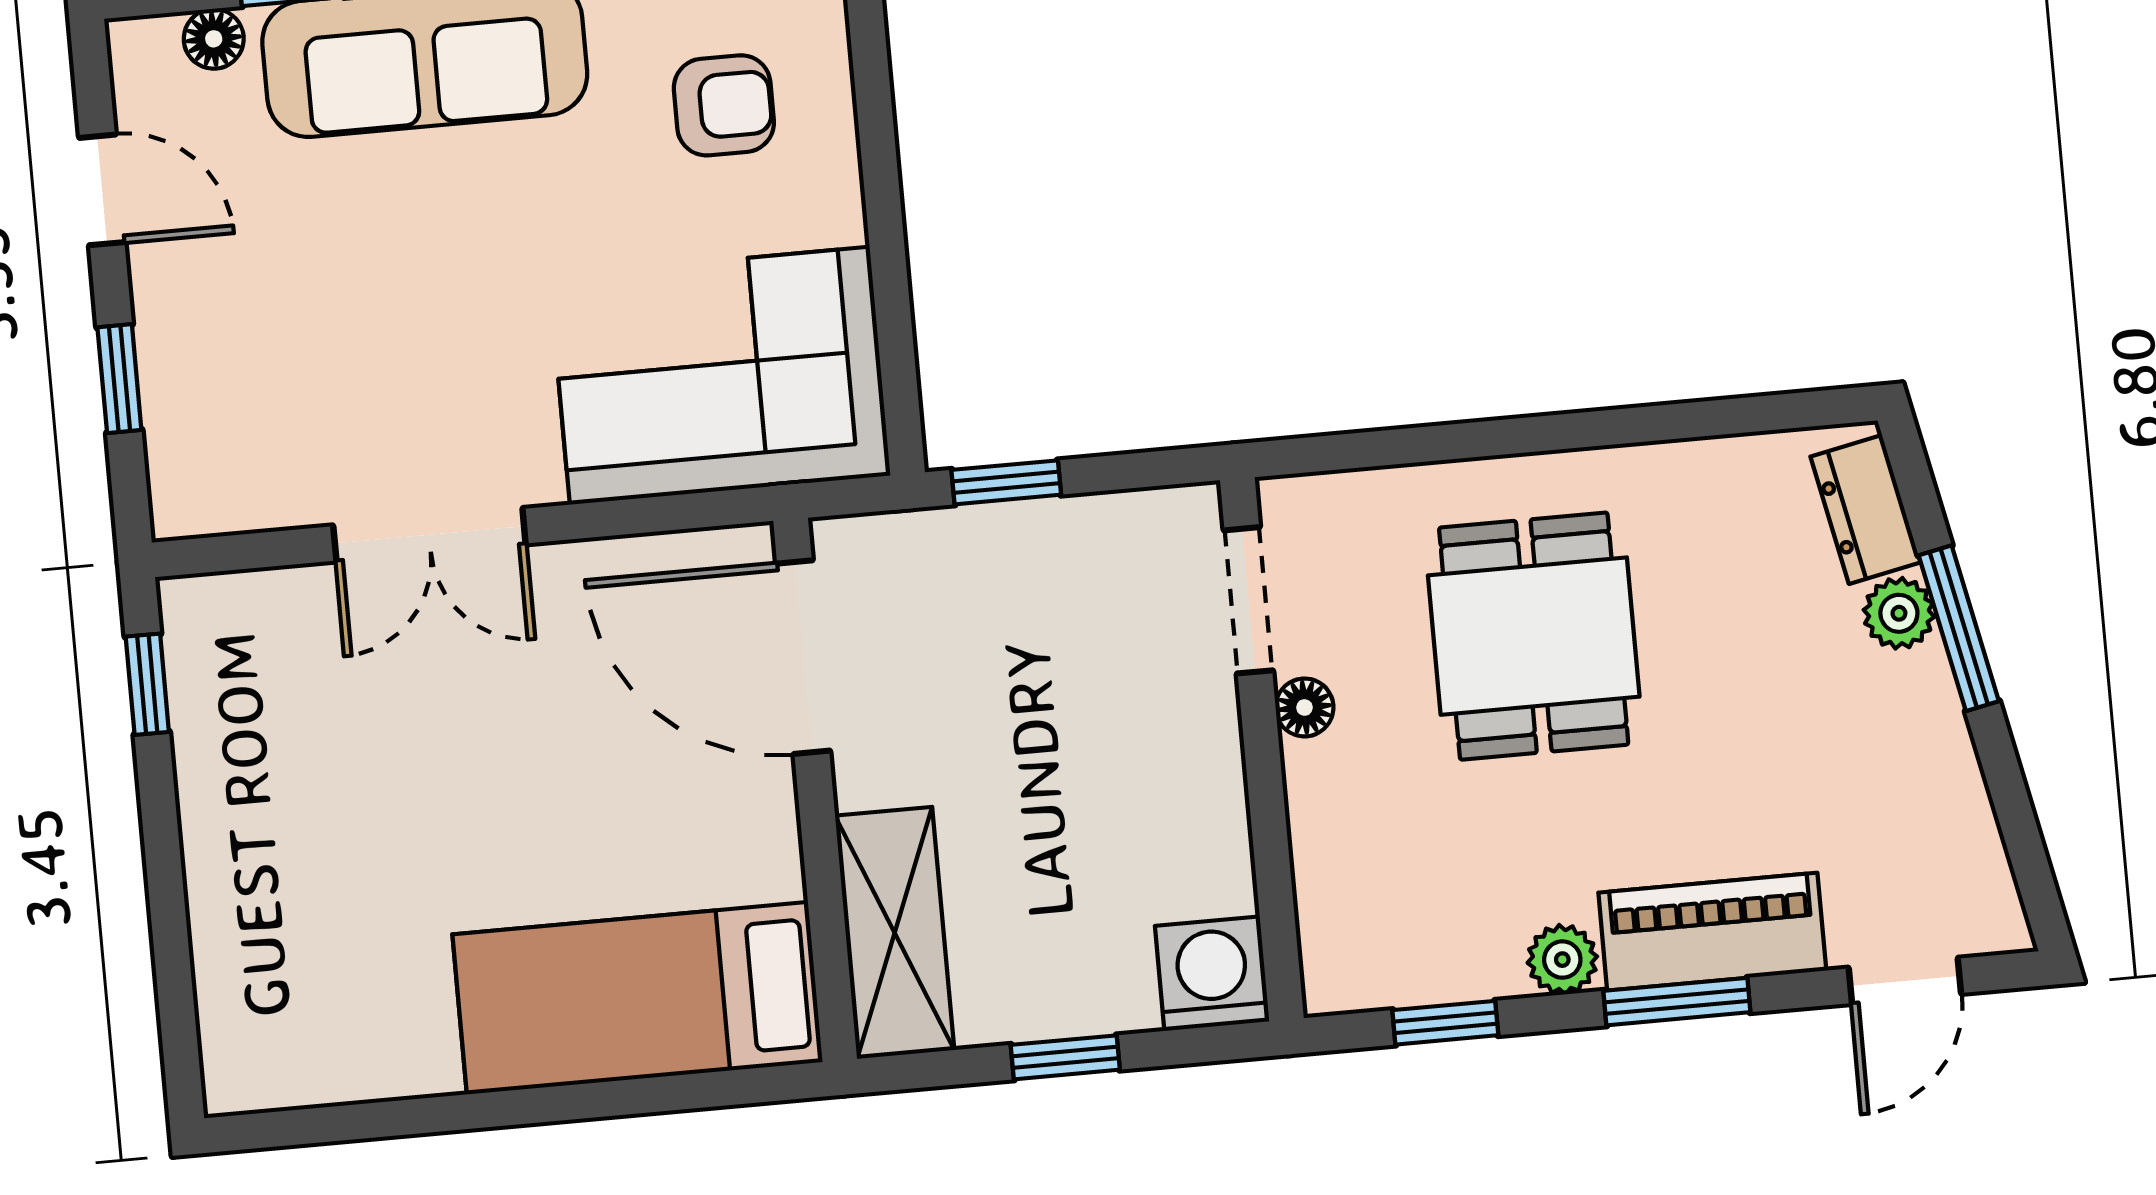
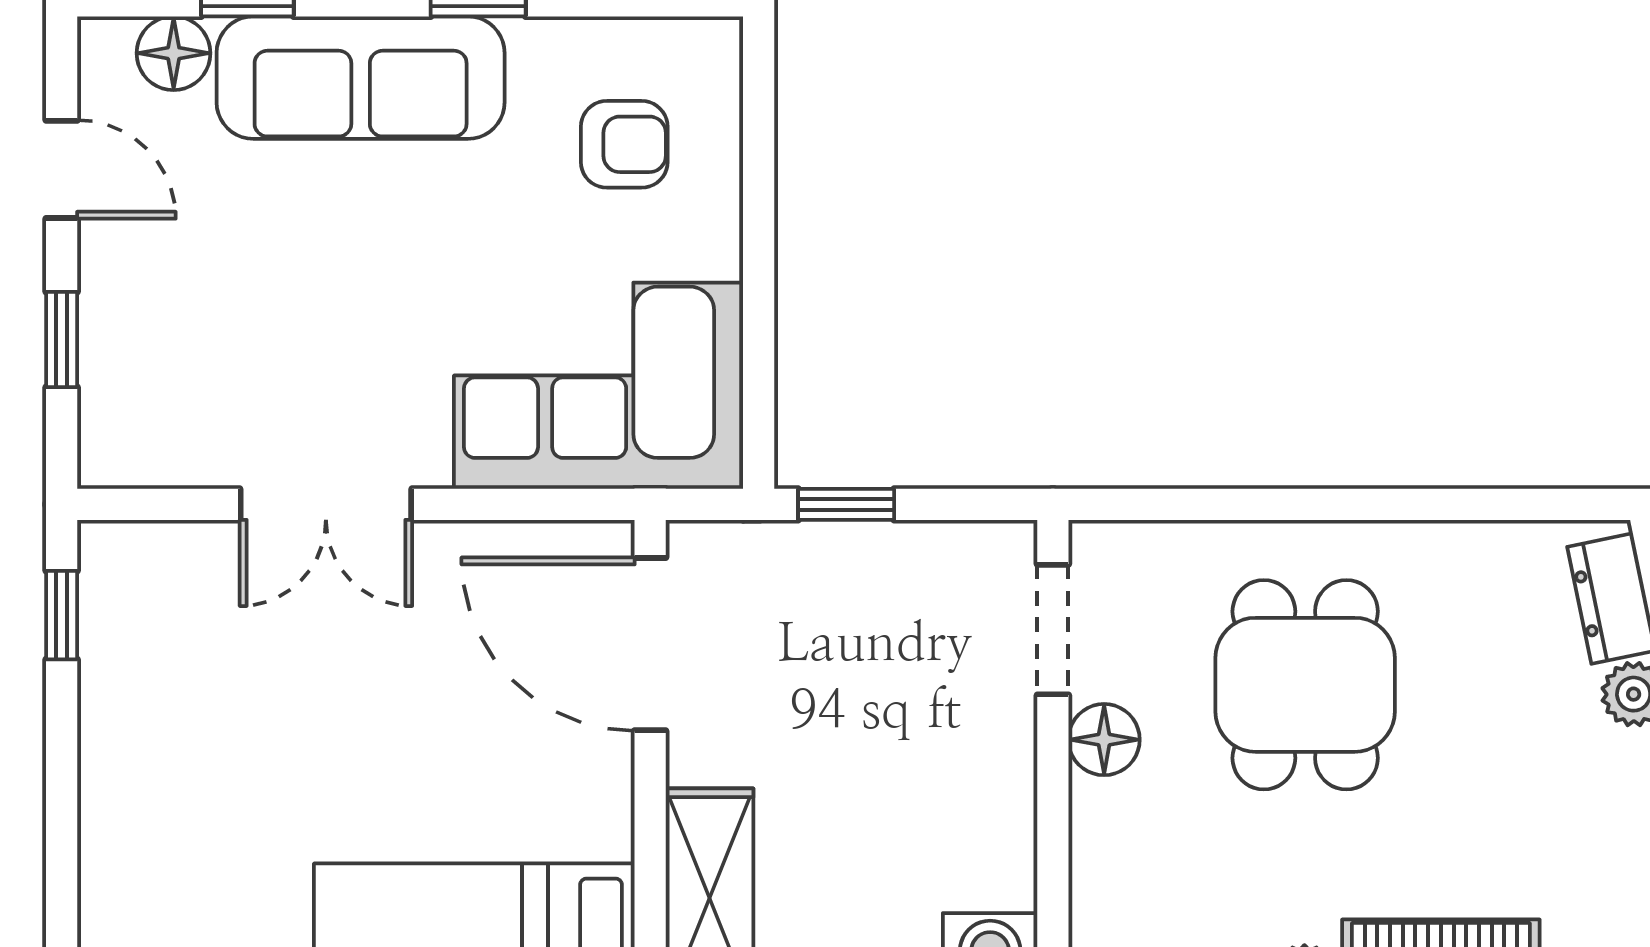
floor lamp: (214, 39) -> (174, 53), width x1.37, depth x1.37
floor lamp: (1305, 707) -> (1104, 740), width x1.37, depth x1.37

